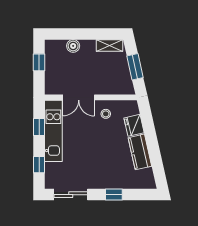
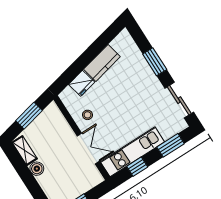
boiler: (73, 46) -> (37, 169), moved
window: (39, 165) -> (171, 145), width x1.50
window: (114, 195) -> (155, 62), width x1.50

